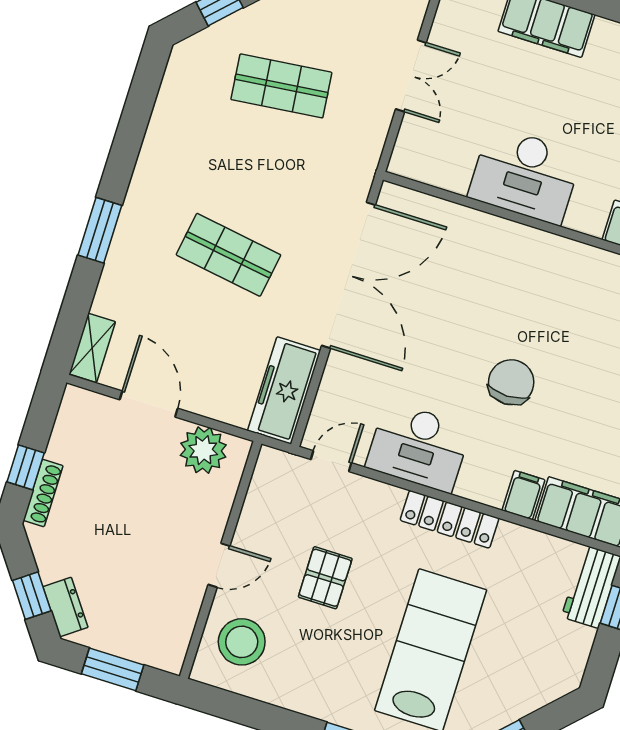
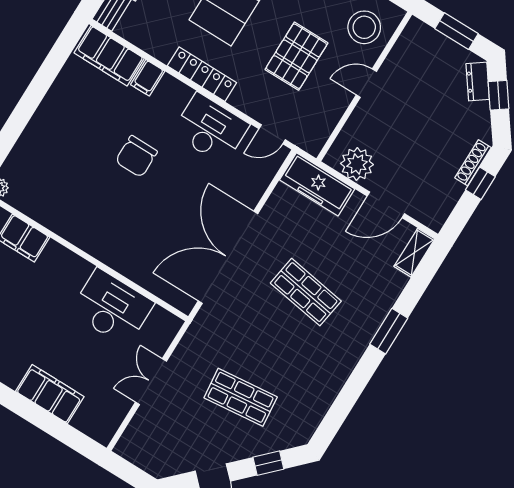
desk: (525, 175) -> (112, 307), moved
freezer: (284, 390) -> (317, 184), moved, turned 90
door: (149, 404) -> (386, 205), hinge flipped
pallet: (325, 578) -> (296, 56), width x1.50, depth x1.42

